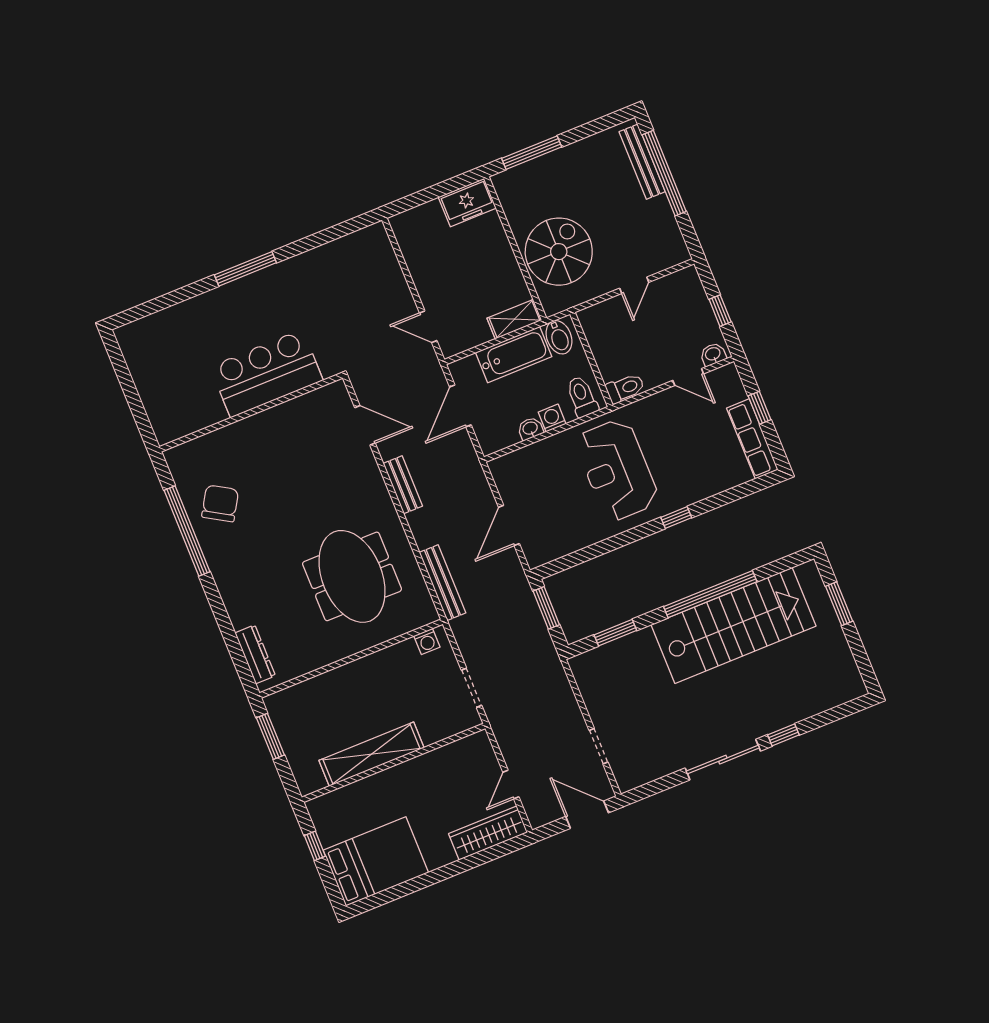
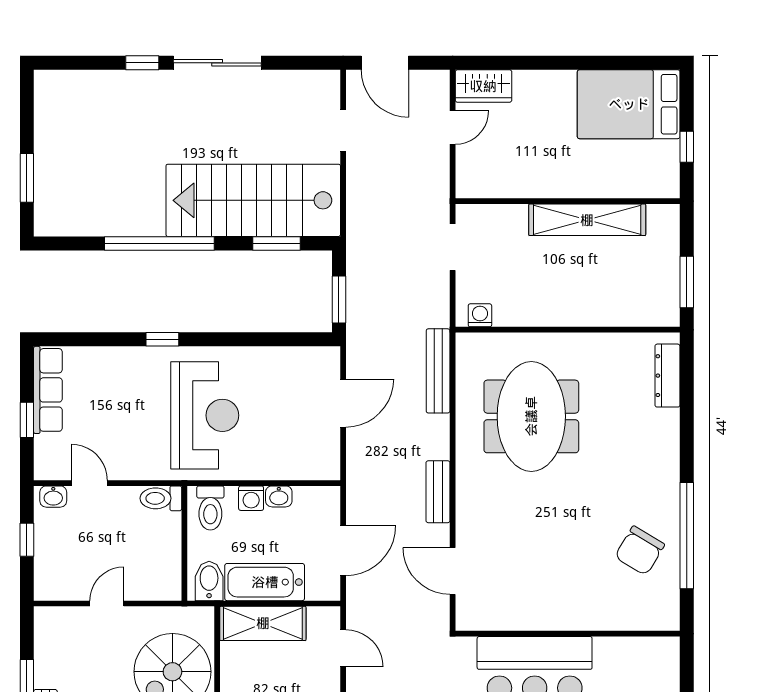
shelving: (514, 319) -> (263, 623), width x1.50, depth x1.33
stairs: (734, 625) -> (253, 200), moved
wardrobe: (488, 833) -> (483, 86), width x0.67

